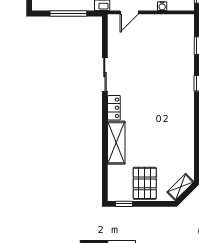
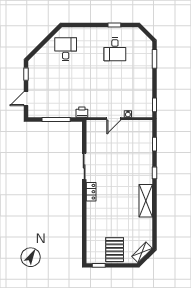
door: (129, 12) -> (114, 119), moved
shelving: (116, 143) -> (146, 201), moved

